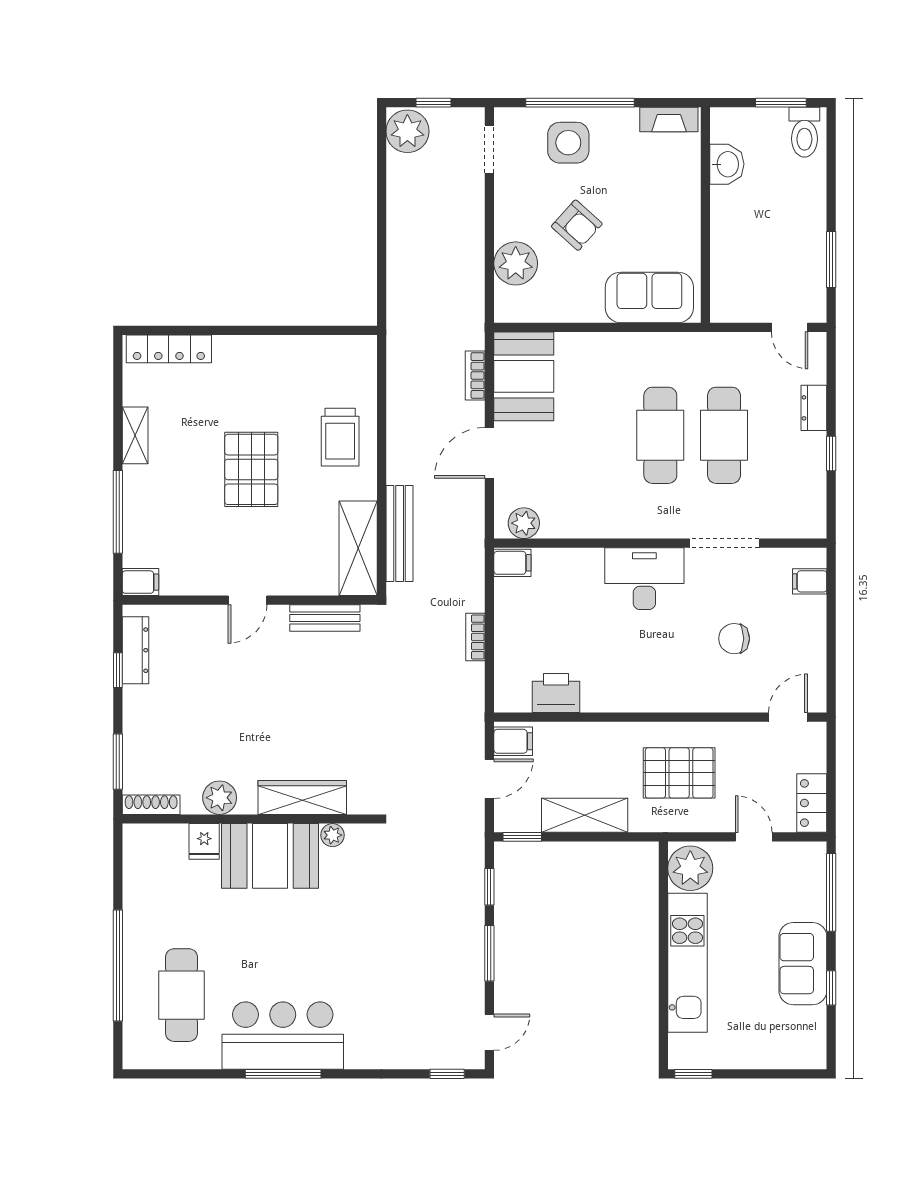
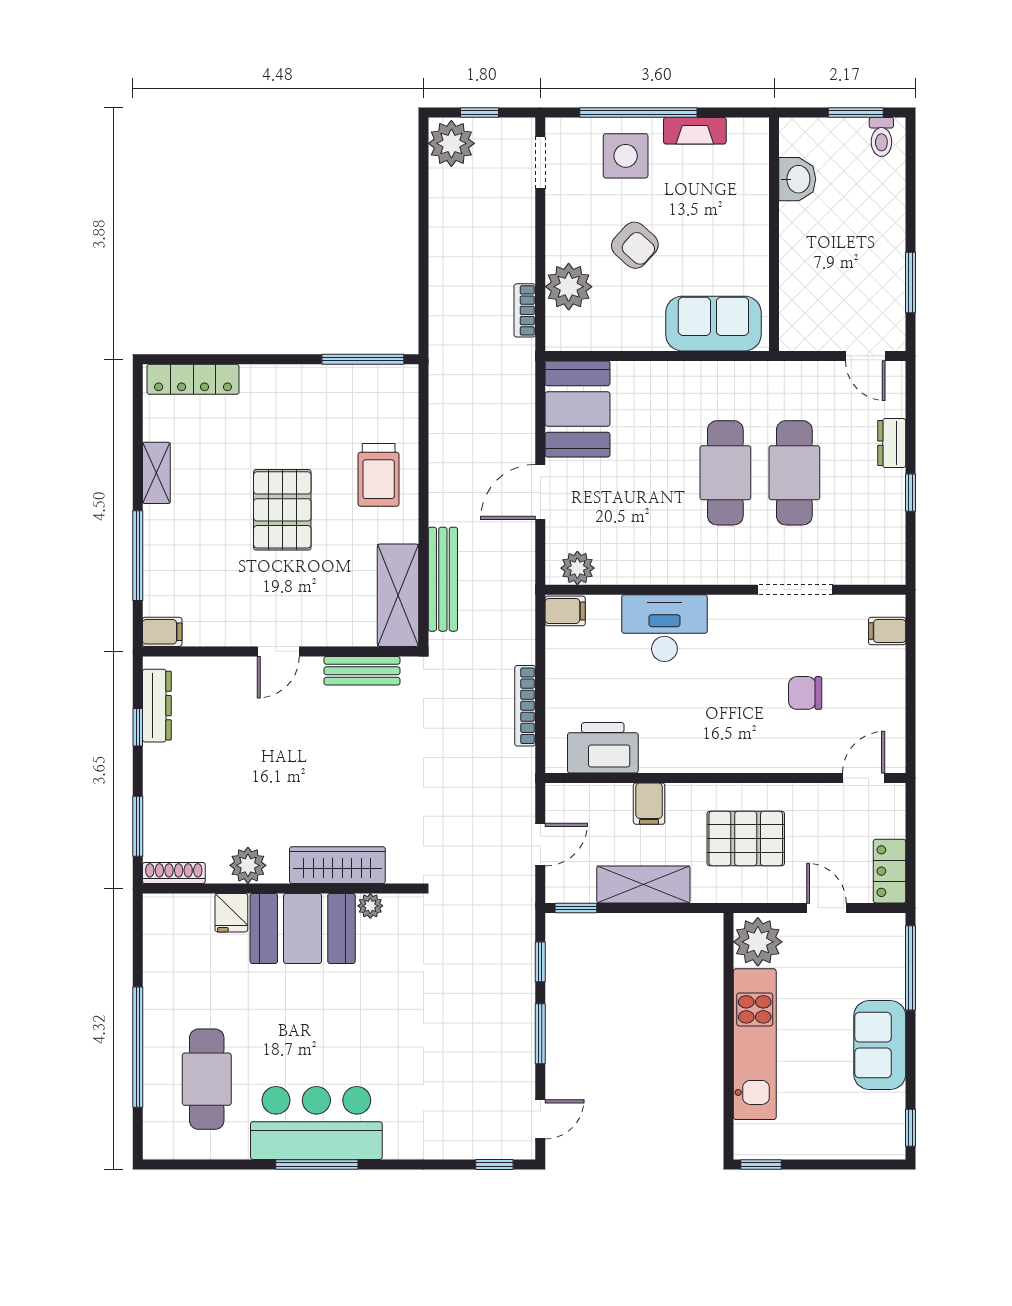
fireplace: (669, 119) -> (695, 131), moved
toilet: (804, 132) -> (881, 137), width x0.73, depth x0.72
window: (326, 330) -> (363, 359), added
bookcase: (475, 375) -> (525, 310), moved
desk: (644, 579) -> (664, 628), moved
bookcase: (475, 637) -> (525, 706), width x1.56
printer: (556, 693) -> (603, 748), width x1.37, depth x1.19
filing cabinet: (513, 741) -> (649, 804), moved, turned 90
window: (831, 988) -> (910, 1128), moved

